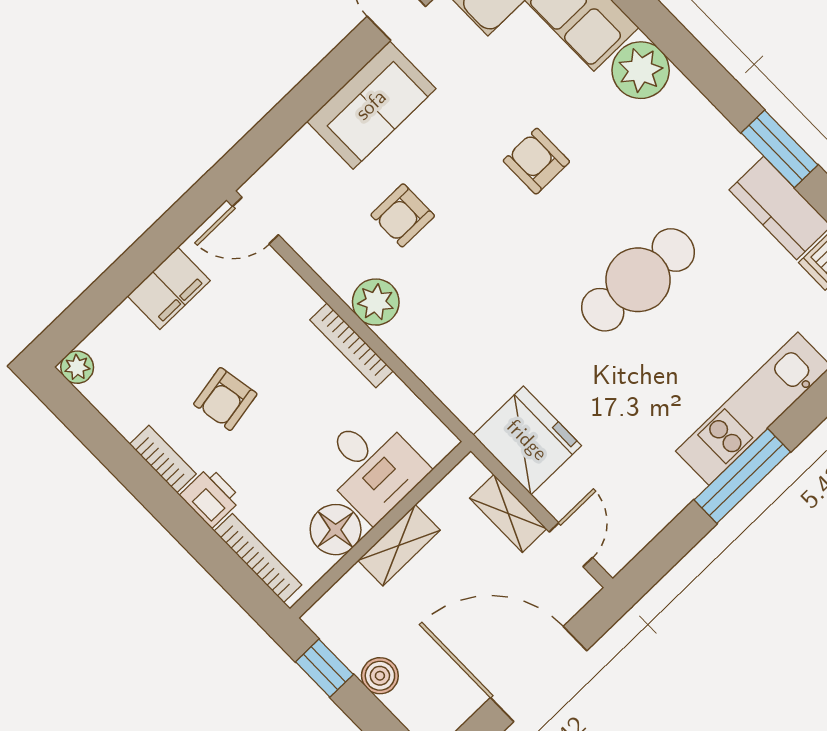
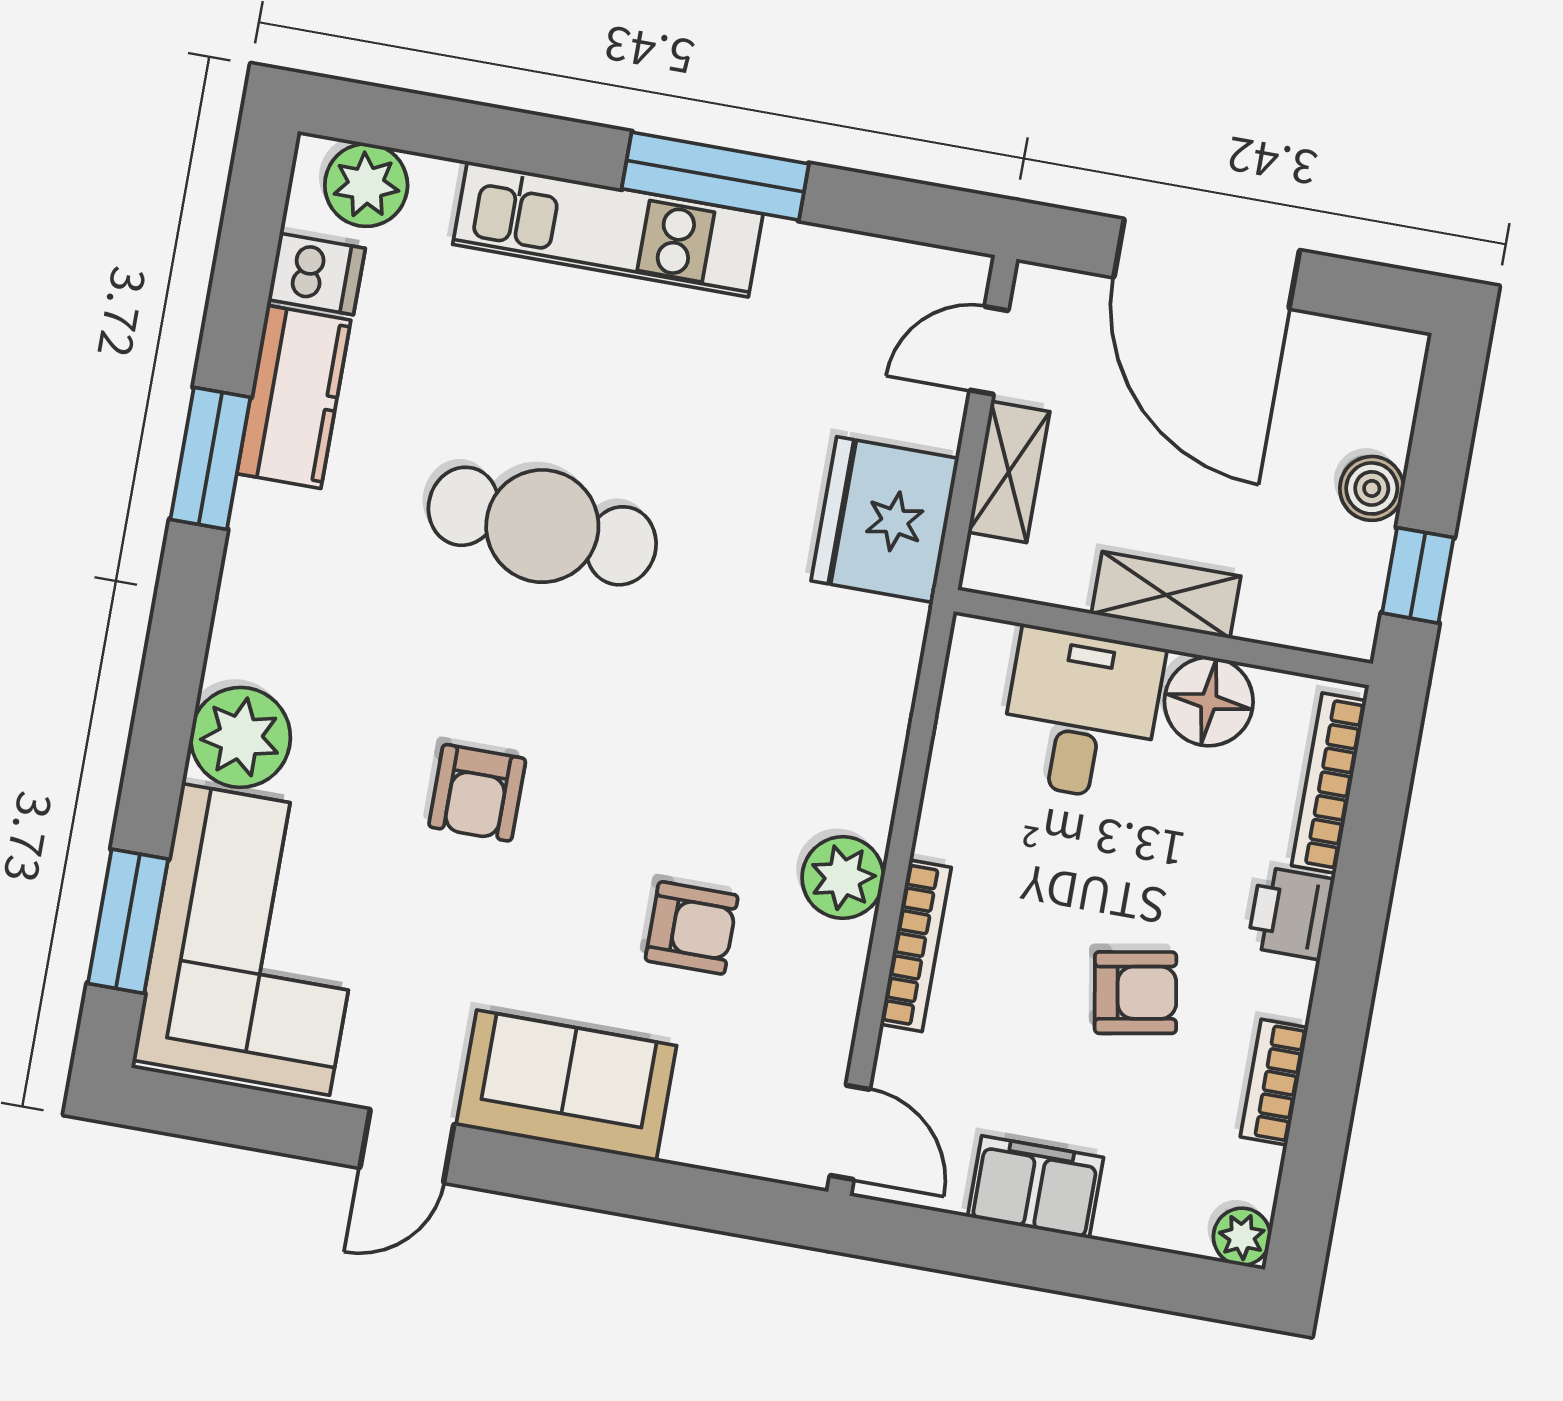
bookcase: (351, 345) -> (916, 946), moved
bookcase: (163, 459) -> (1274, 1082), moved

